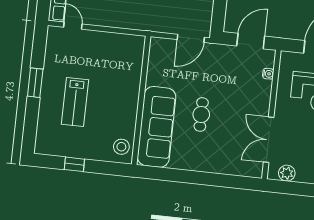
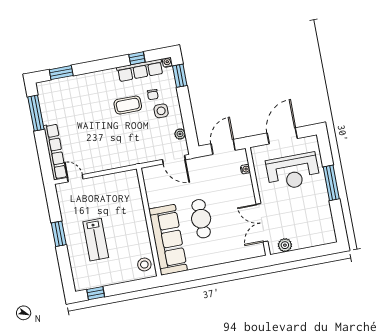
plant: (206, 12) -> (180, 134), added
door: (191, 38) -> (174, 160), hinge flipped
cafe table: (201, 115) -> (201, 219), width x1.37, depth x1.35
window: (74, 164) -> (96, 293), moved

